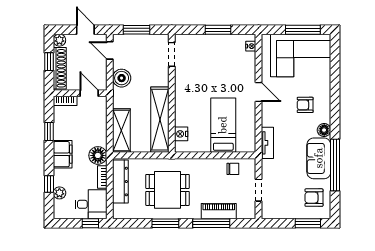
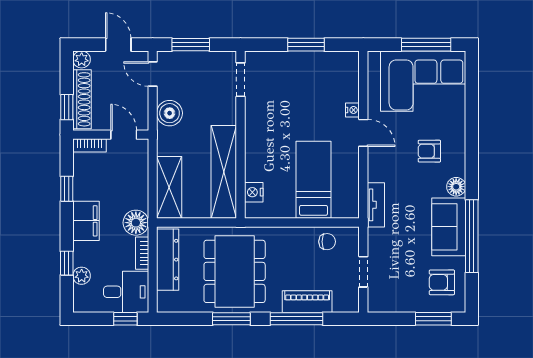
nightstand: (251, 46) -> (352, 110), moved
window: (49, 62) -> (67, 107), moved
dining table: (168, 190) -> (235, 271), width x1.38

